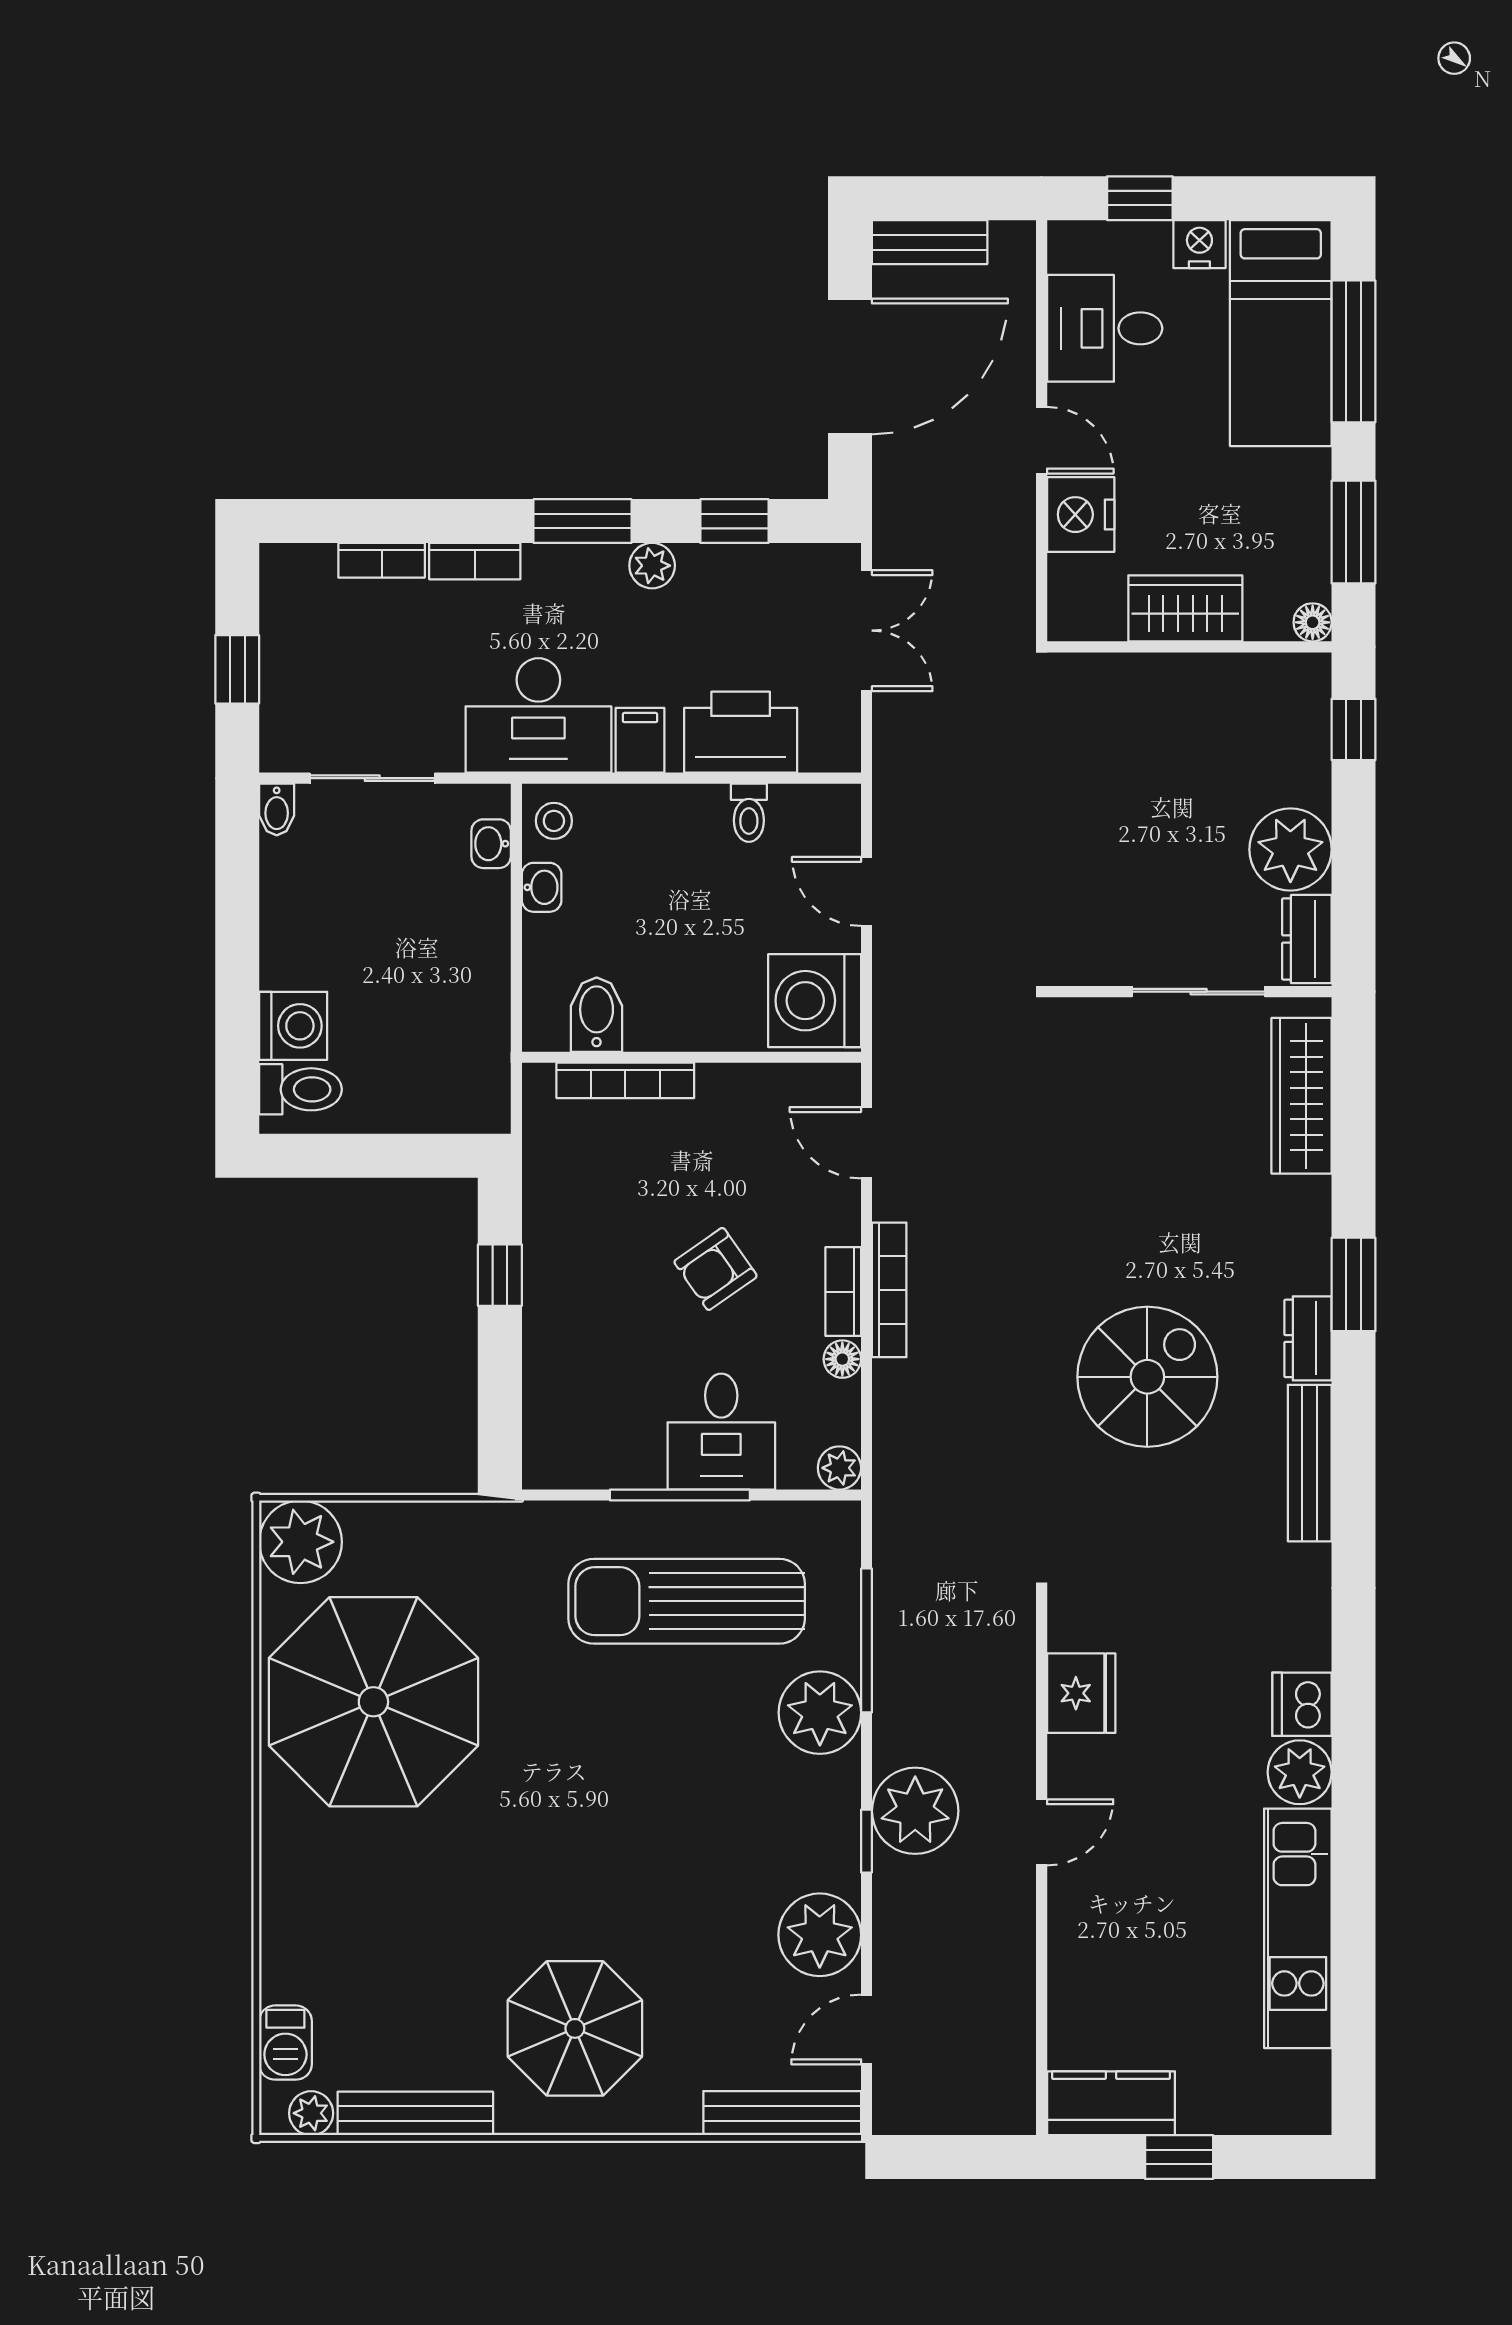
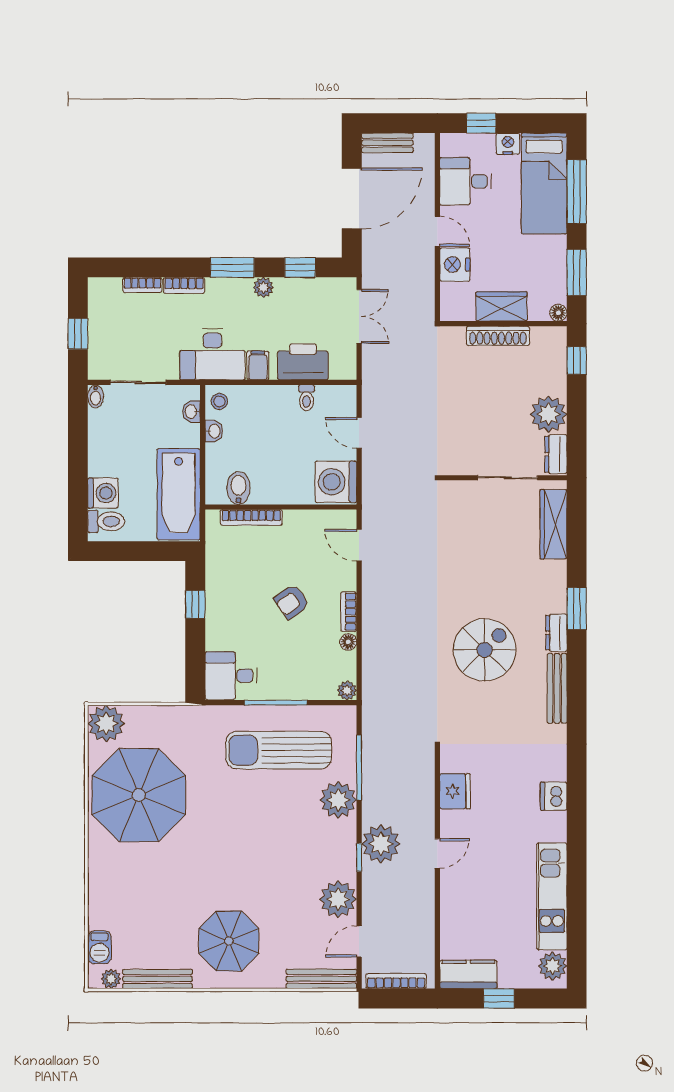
shoe rack: (1177, 674) -> (498, 336), added
bathtub: (463, 1028) -> (179, 494), added
bookcase: (889, 1290) -> (396, 981), moved, turned -90
desk: (721, 1432) -> (231, 676), moved, turned 90
plant: (1300, 1772) -> (553, 966), moved

